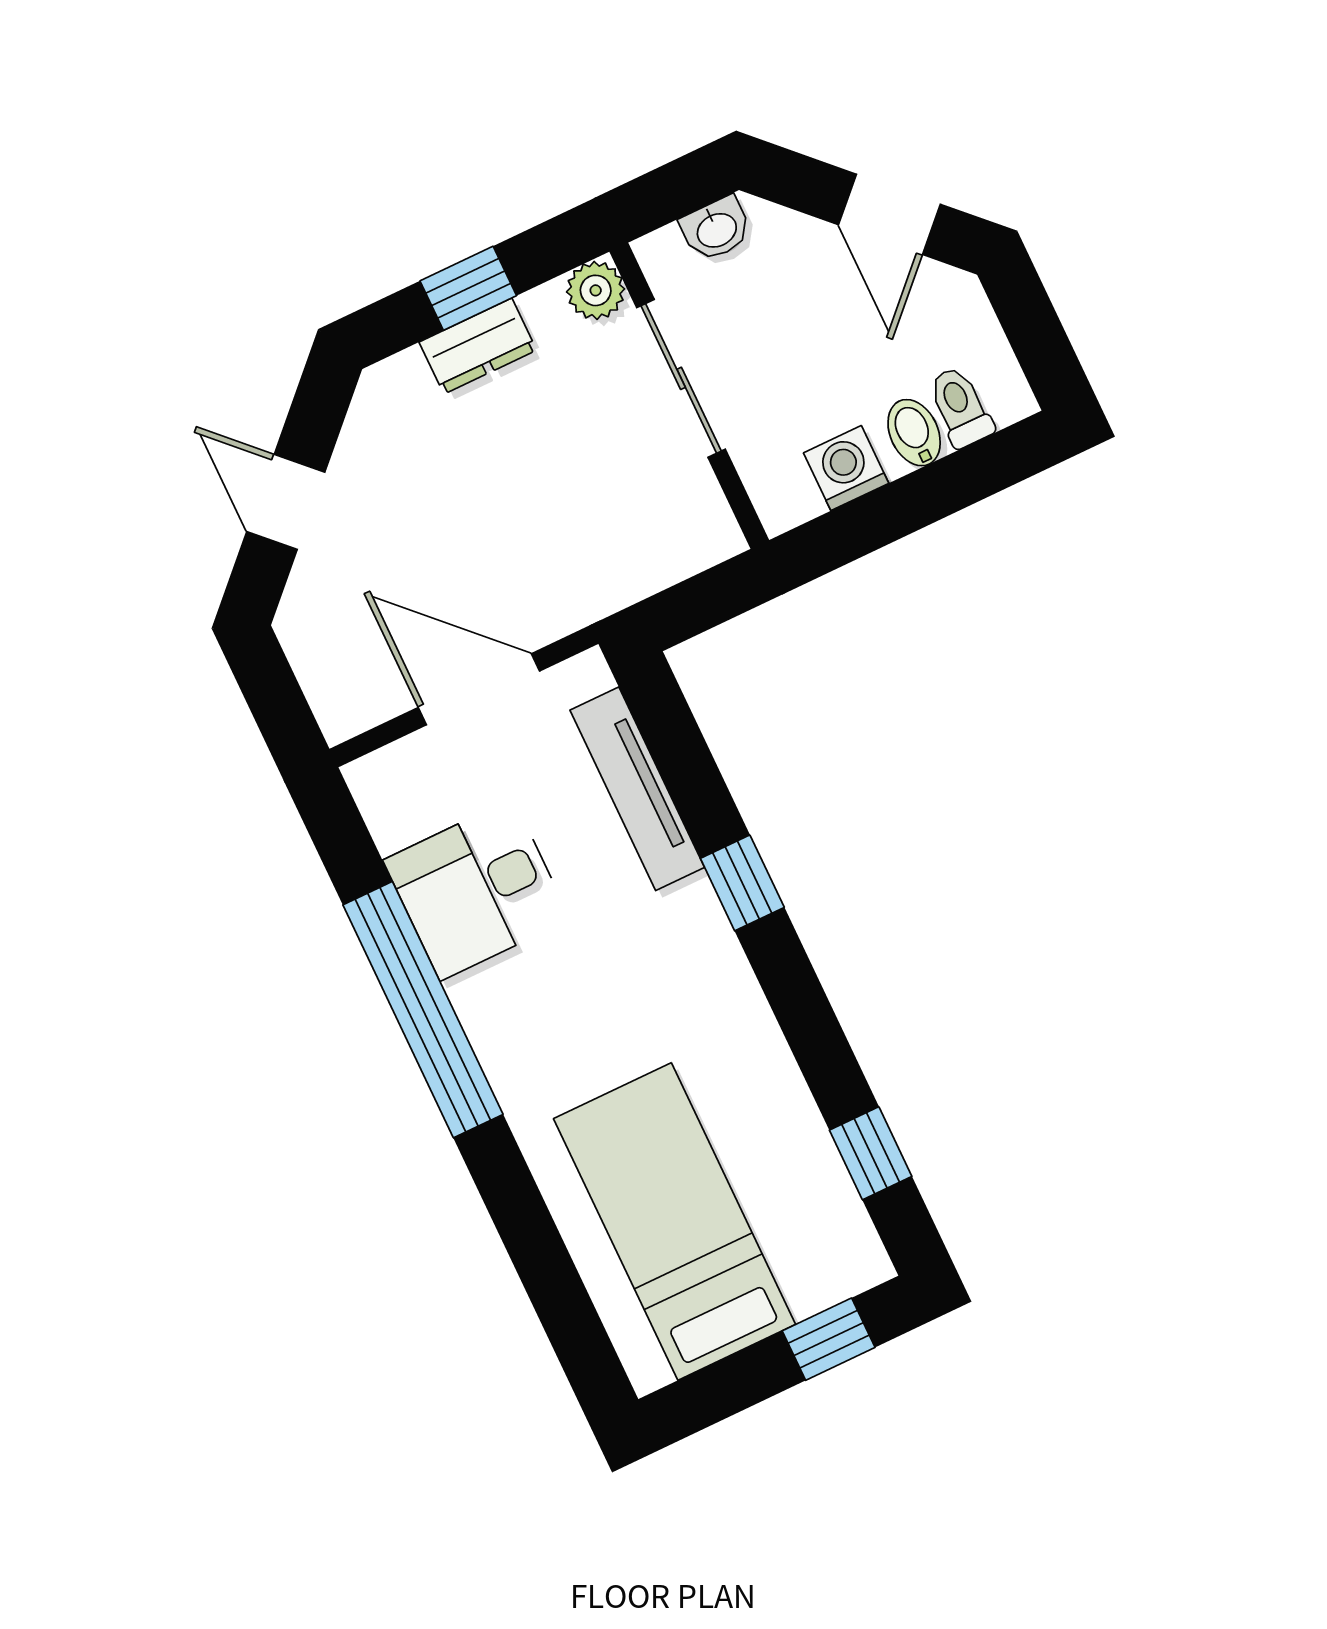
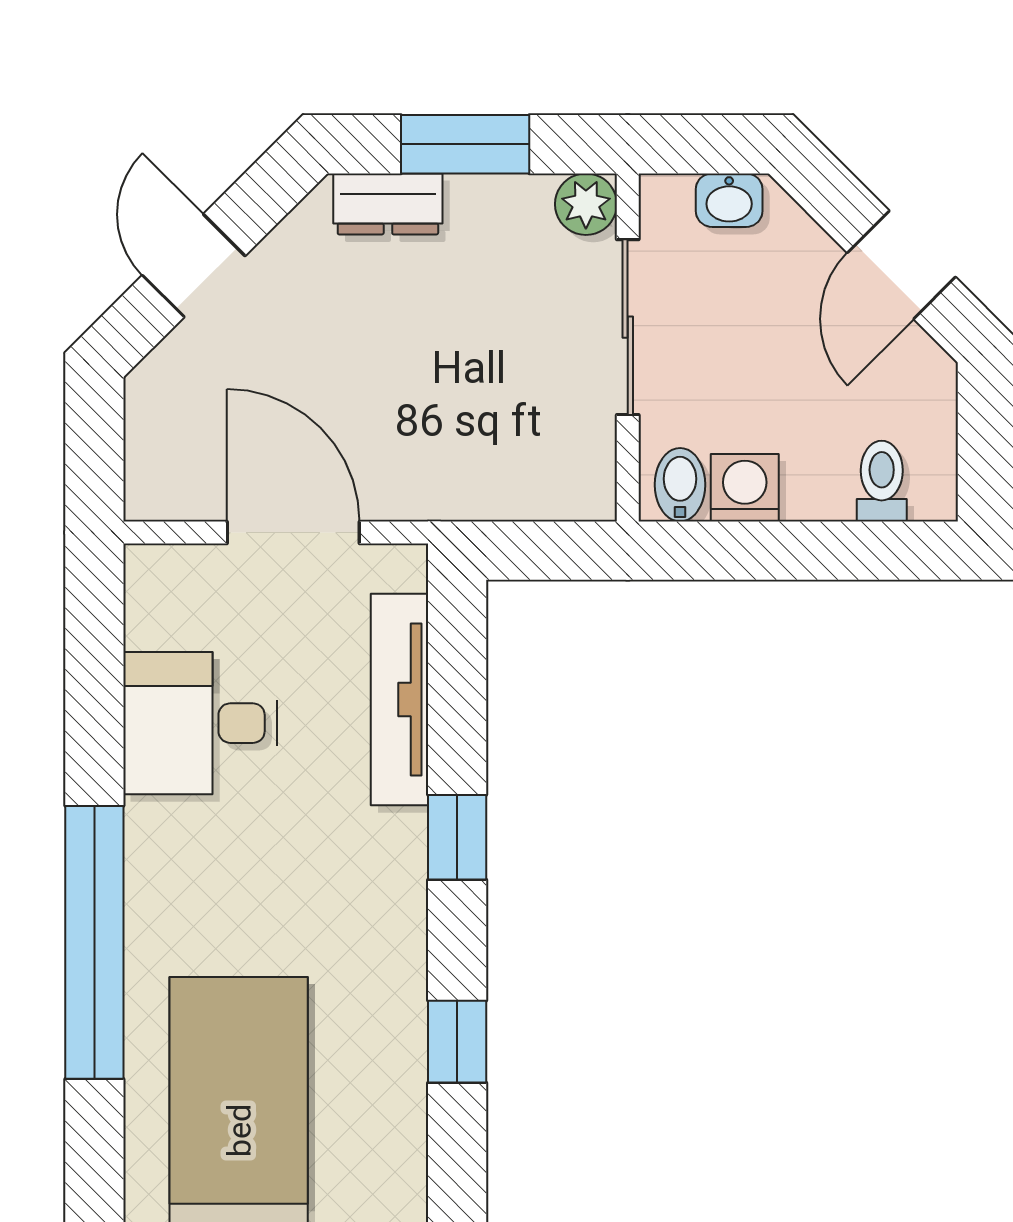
window: (468, 288) -> (465, 144), width x1.50
dresser: (478, 346) -> (388, 204), moved
bidet: (914, 433) -> (680, 485), moved
window: (423, 1010) -> (94, 942), moved
window: (871, 1153) -> (457, 1042), moved

